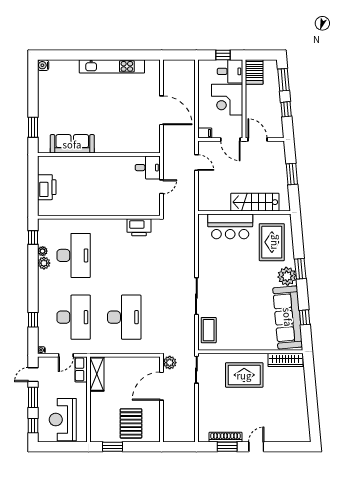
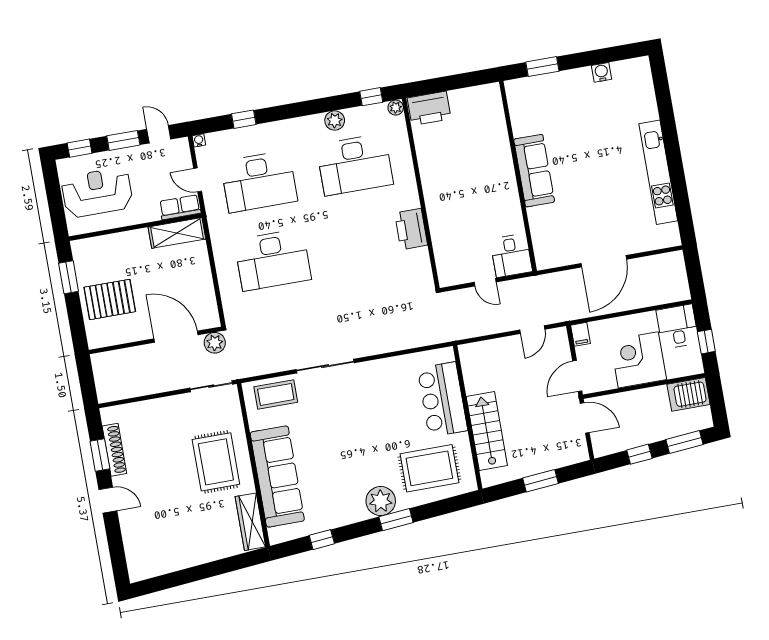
water cooler: (43, 65) -> (602, 72), moved
desk: (230, 71) -> (677, 326), moved, turned 180
door: (257, 139) -> (585, 418), hinge flipped
sofa: (72, 144) -> (534, 171), moved
printer: (47, 187) -> (429, 108), moved
printer: (139, 227) -> (411, 229), moved
plant: (43, 251) -> (396, 108), moved
sofa: (288, 317) -> (277, 476), moved, turned 95

